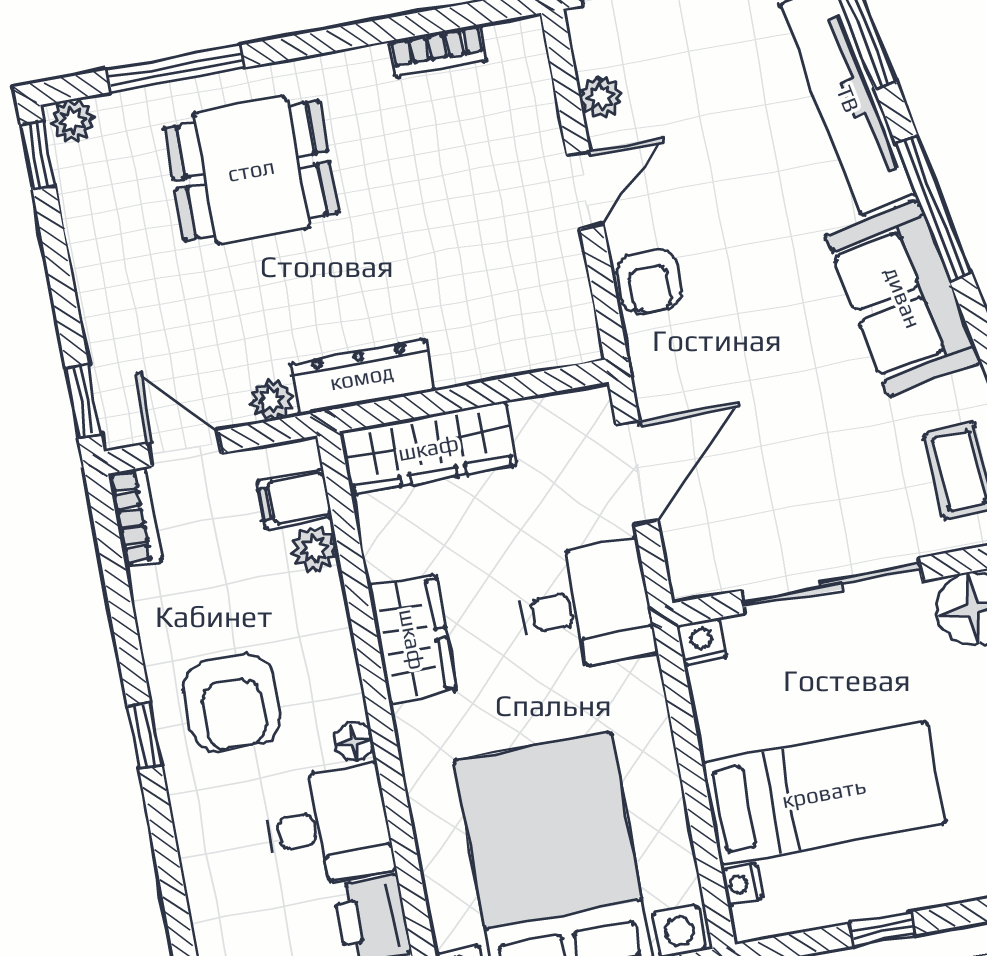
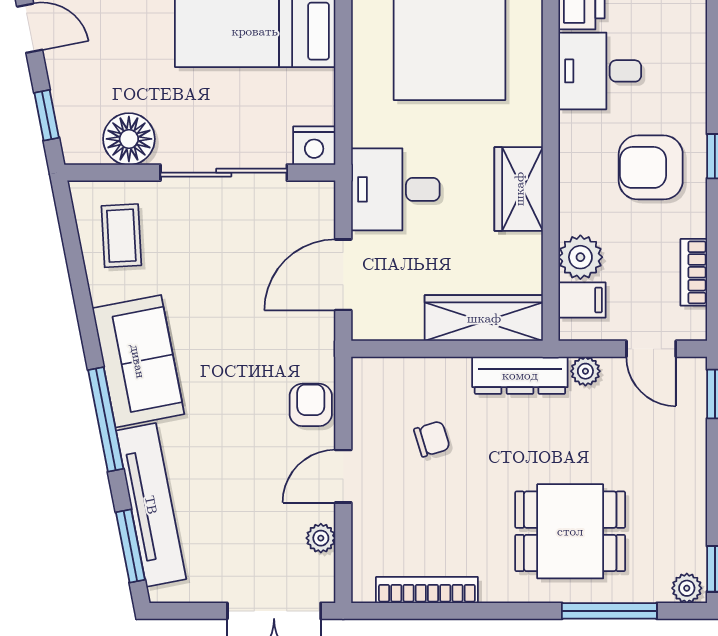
bookcase: (438, 51) -> (427, 590), width x1.56
chair: (470, 265) -> (432, 439), added
bookcase: (135, 517) -> (694, 272), moved
plant: (315, 549) -> (580, 257), width x1.38, depth x1.38
nightstand: (702, 641) -> (314, 146), width x1.39, depth x1.35
armchair: (232, 703) -> (651, 167), turned -90
floor lamp: (354, 741) -> (572, 126), removed

